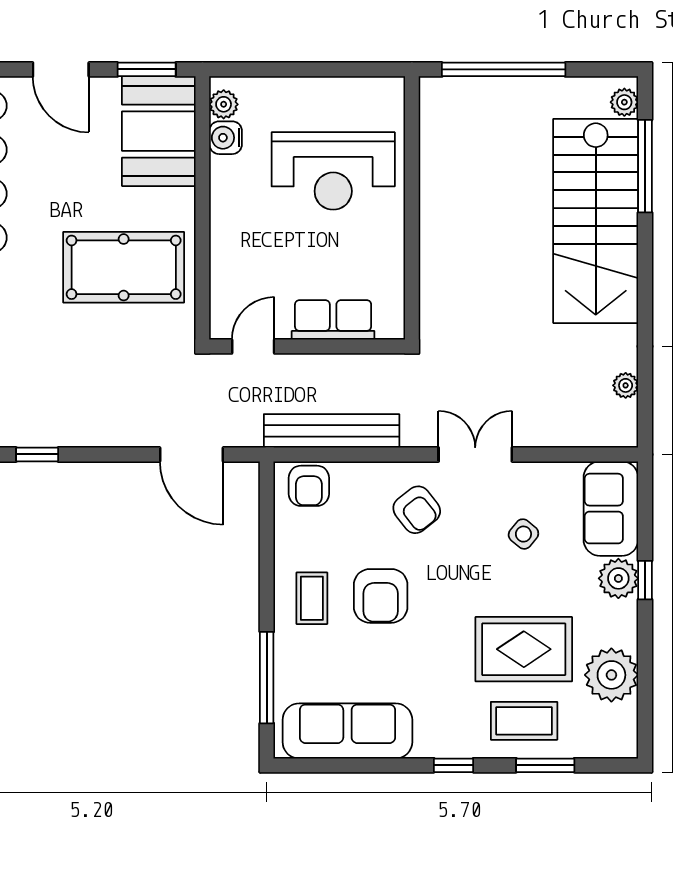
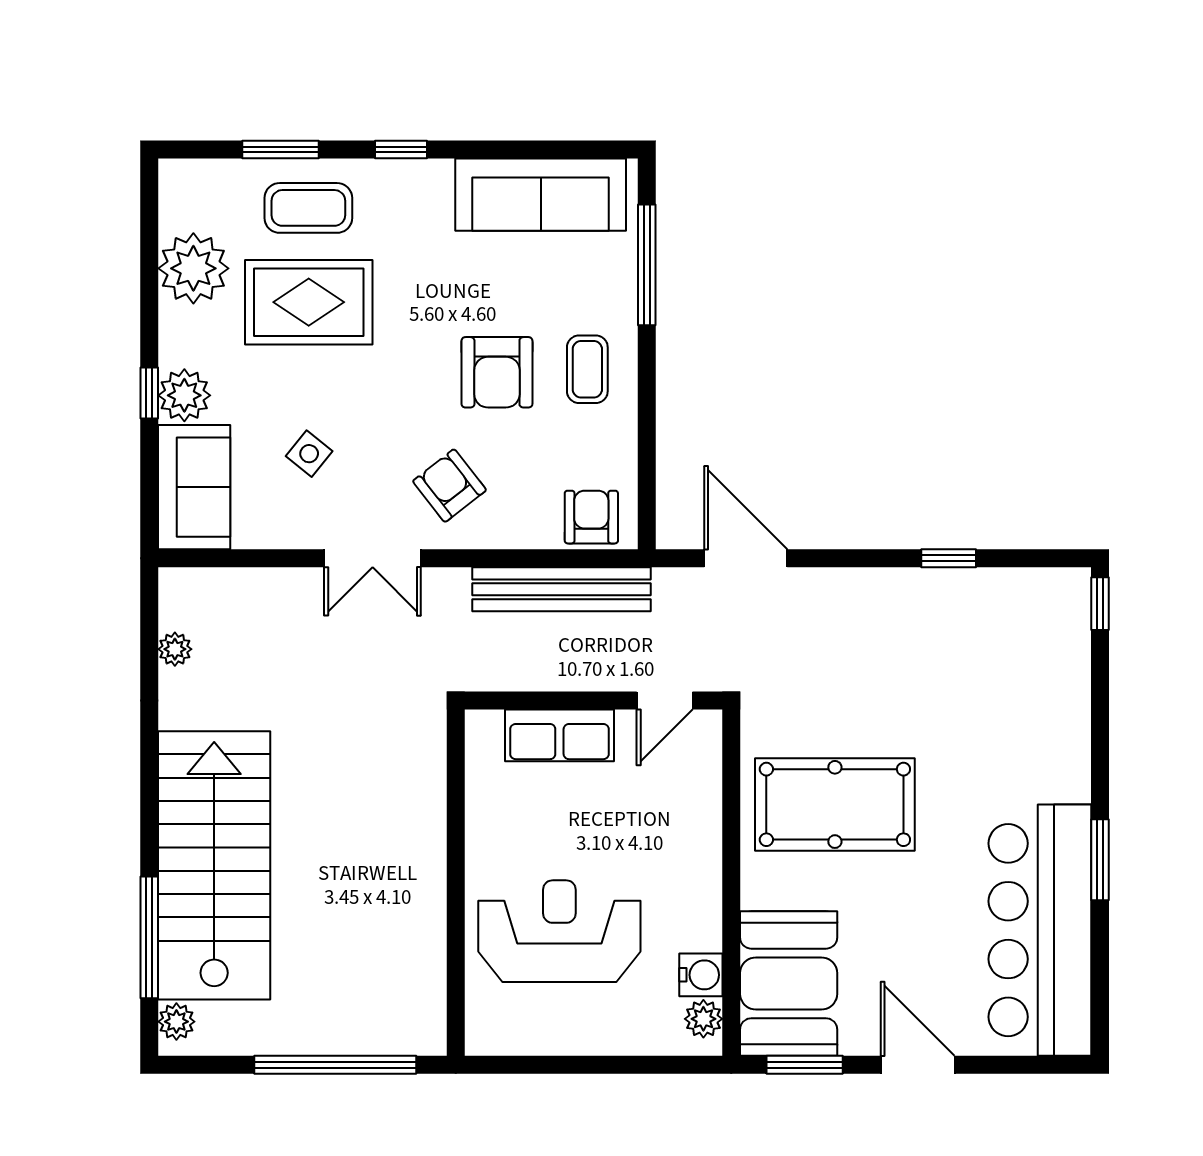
armchair: (381, 596) -> (497, 372), turned 180

